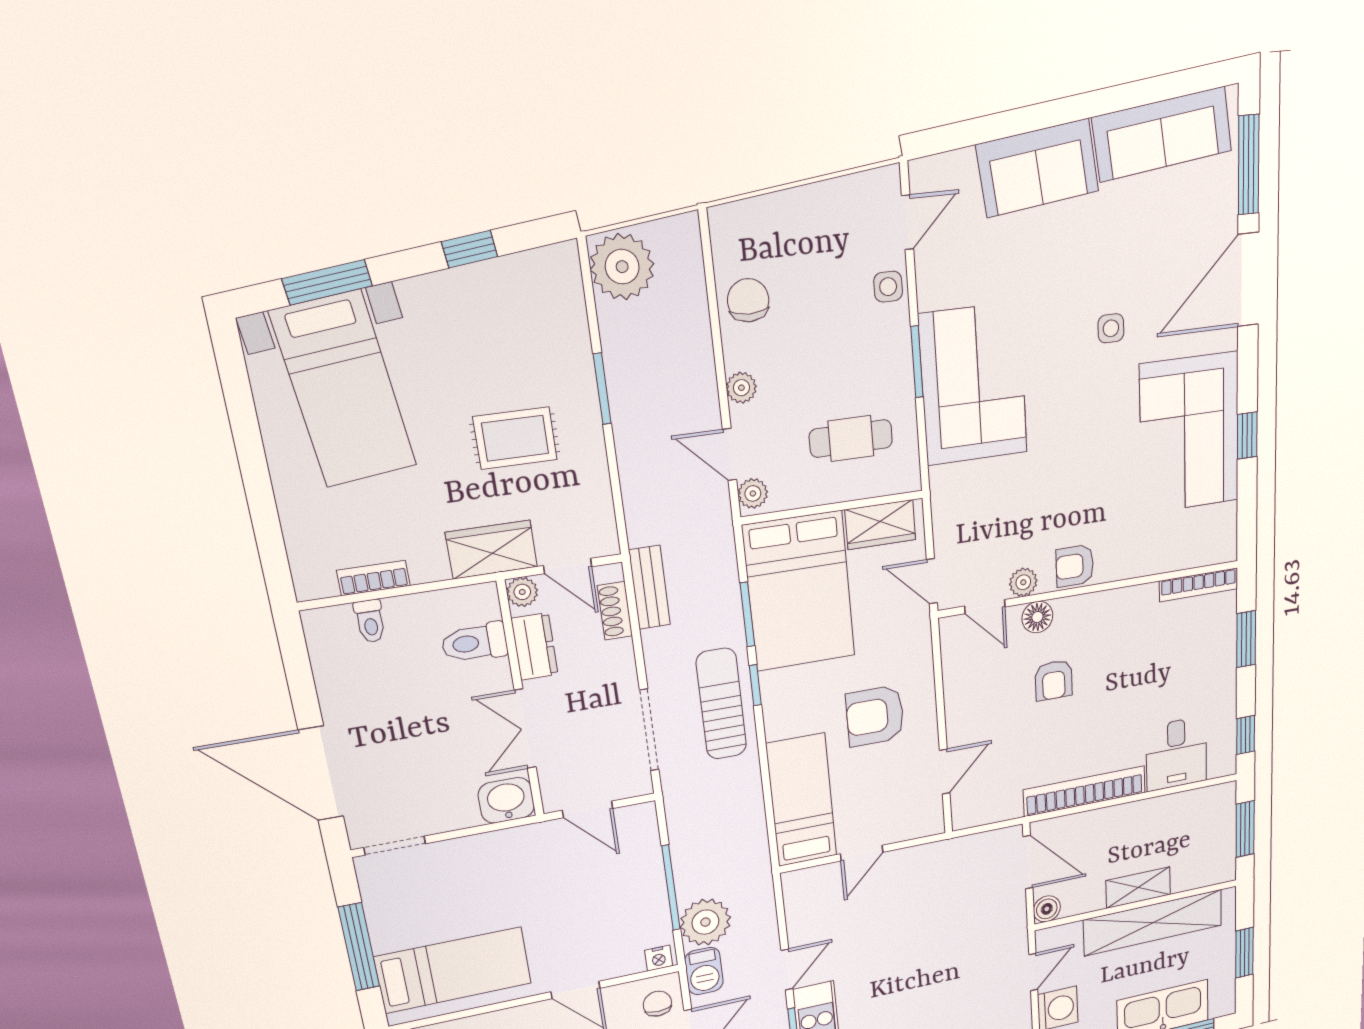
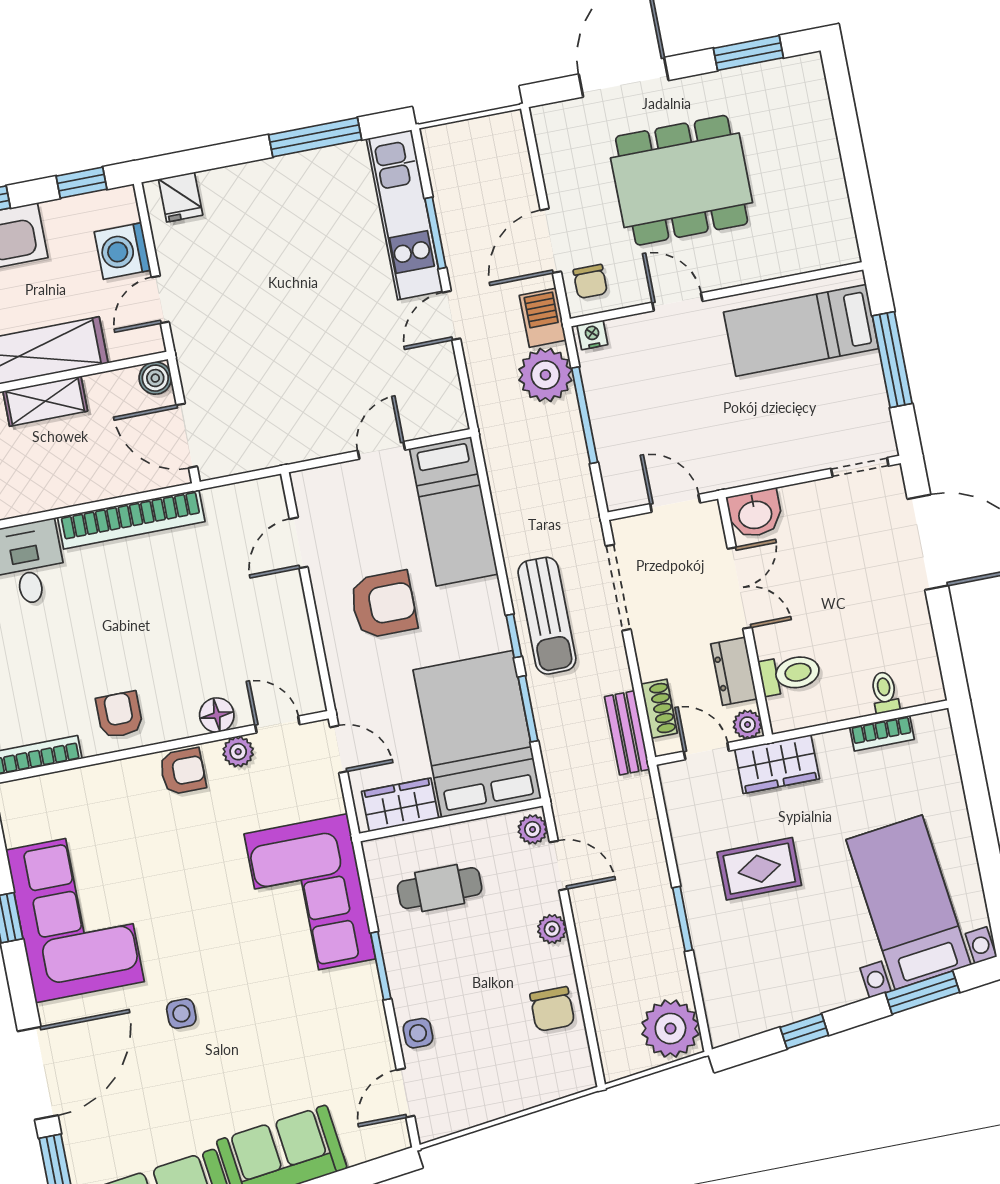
corner sofa: (973, 384) -> (310, 896), moved
armchair: (1054, 680) -> (119, 715), moved

